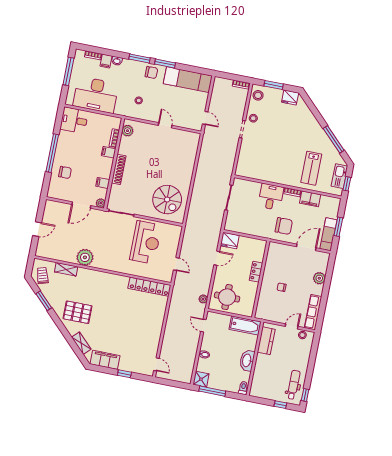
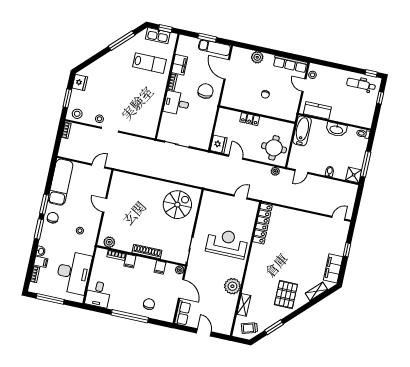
door: (165, 125) -> (105, 205), hinge flipped
row of seats: (56, 207) -> (183, 313), added
reception desk: (146, 242) -> (227, 243), moved

